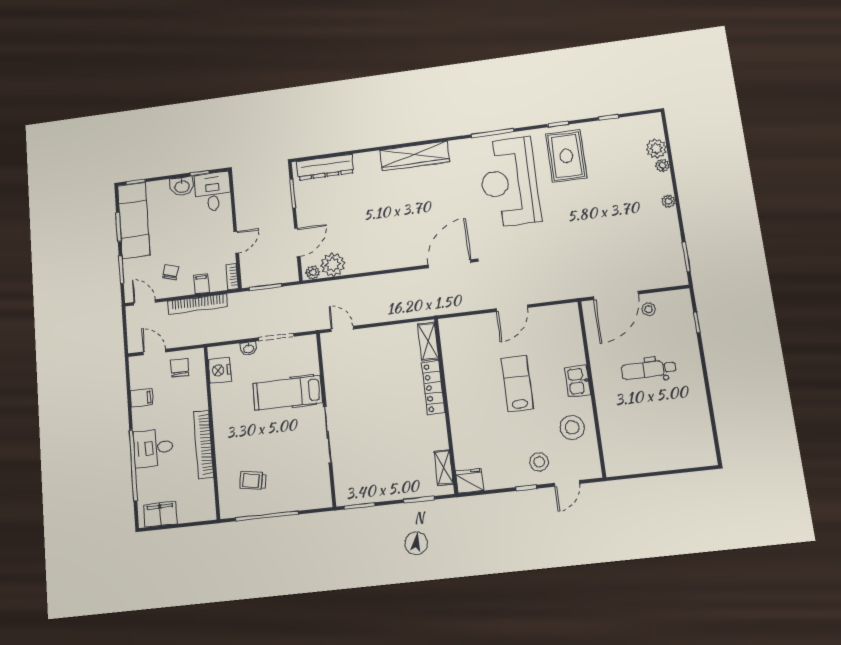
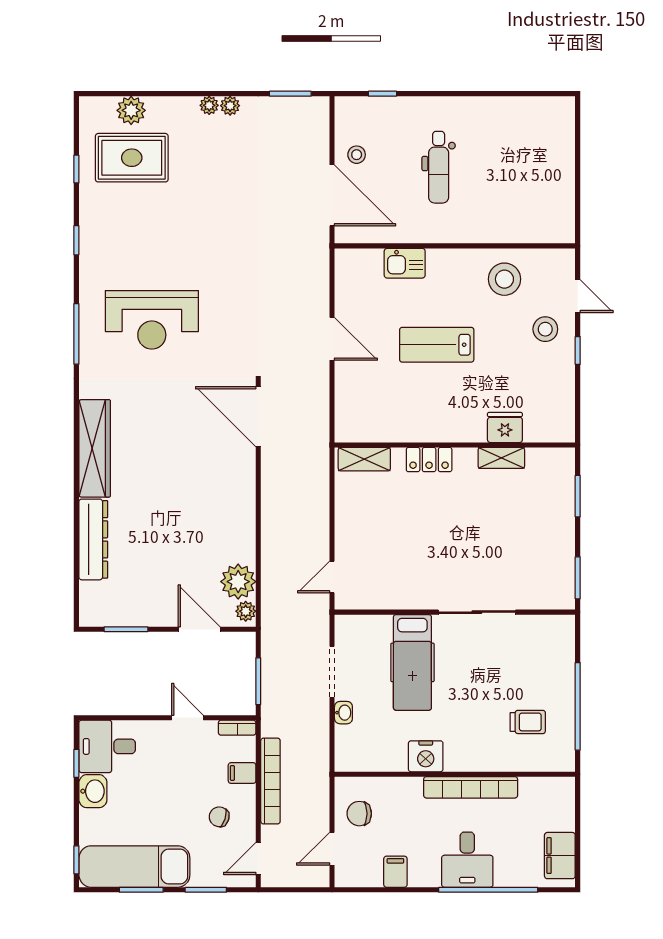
rug: (566, 156) -> (132, 158), moved
plant: (662, 165) -> (230, 106), moved
dresser: (325, 167) -> (93, 539), moved
reception desk: (509, 182) -> (152, 320), width x0.74, depth x0.77
nightstand: (220, 370) -> (426, 756), moved
kitchen sink: (578, 381) -> (405, 263), moved
locker: (433, 388) -> (429, 460), width x0.66
shelving: (444, 468) -> (501, 458), moved
trolley: (253, 481) -> (528, 722), turned -100
fridge: (470, 481) -> (505, 427), moved, turned 90

